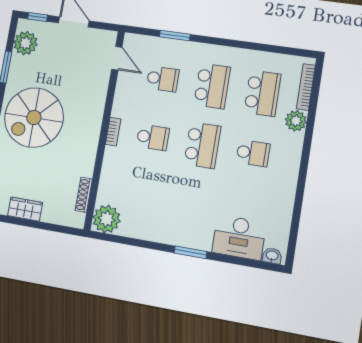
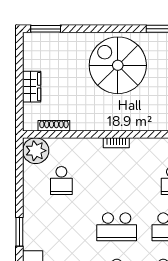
school desk: (153, 137) -> (61, 180), moved
wardrobe: (25, 209) -> (32, 87), moved

